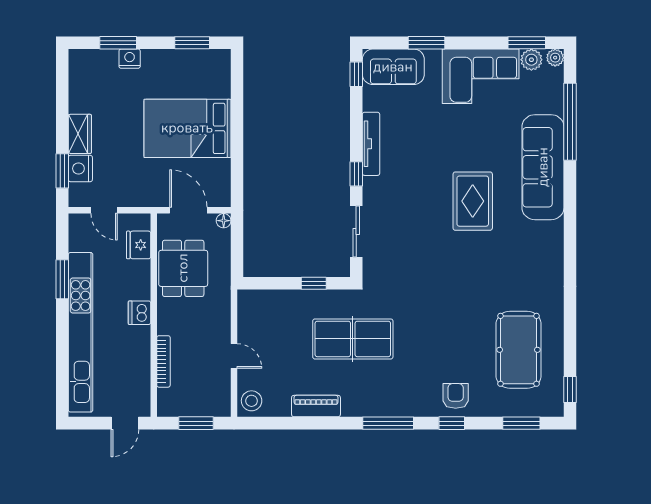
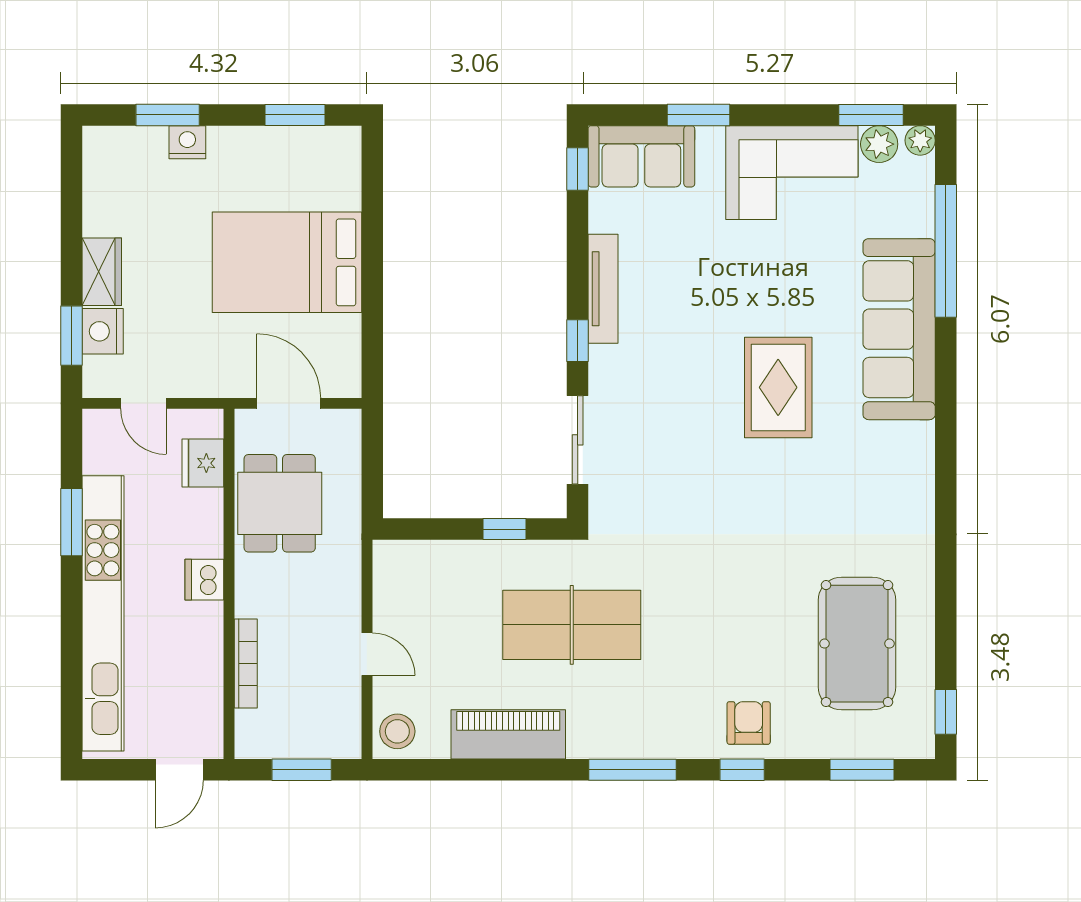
floor lamp: (224, 221) -> (349, 421), removed
piano: (316, 406) -> (508, 734), width x1.37, depth x1.33

